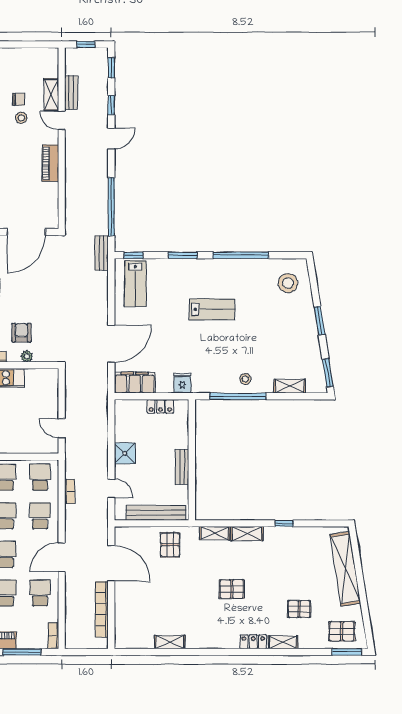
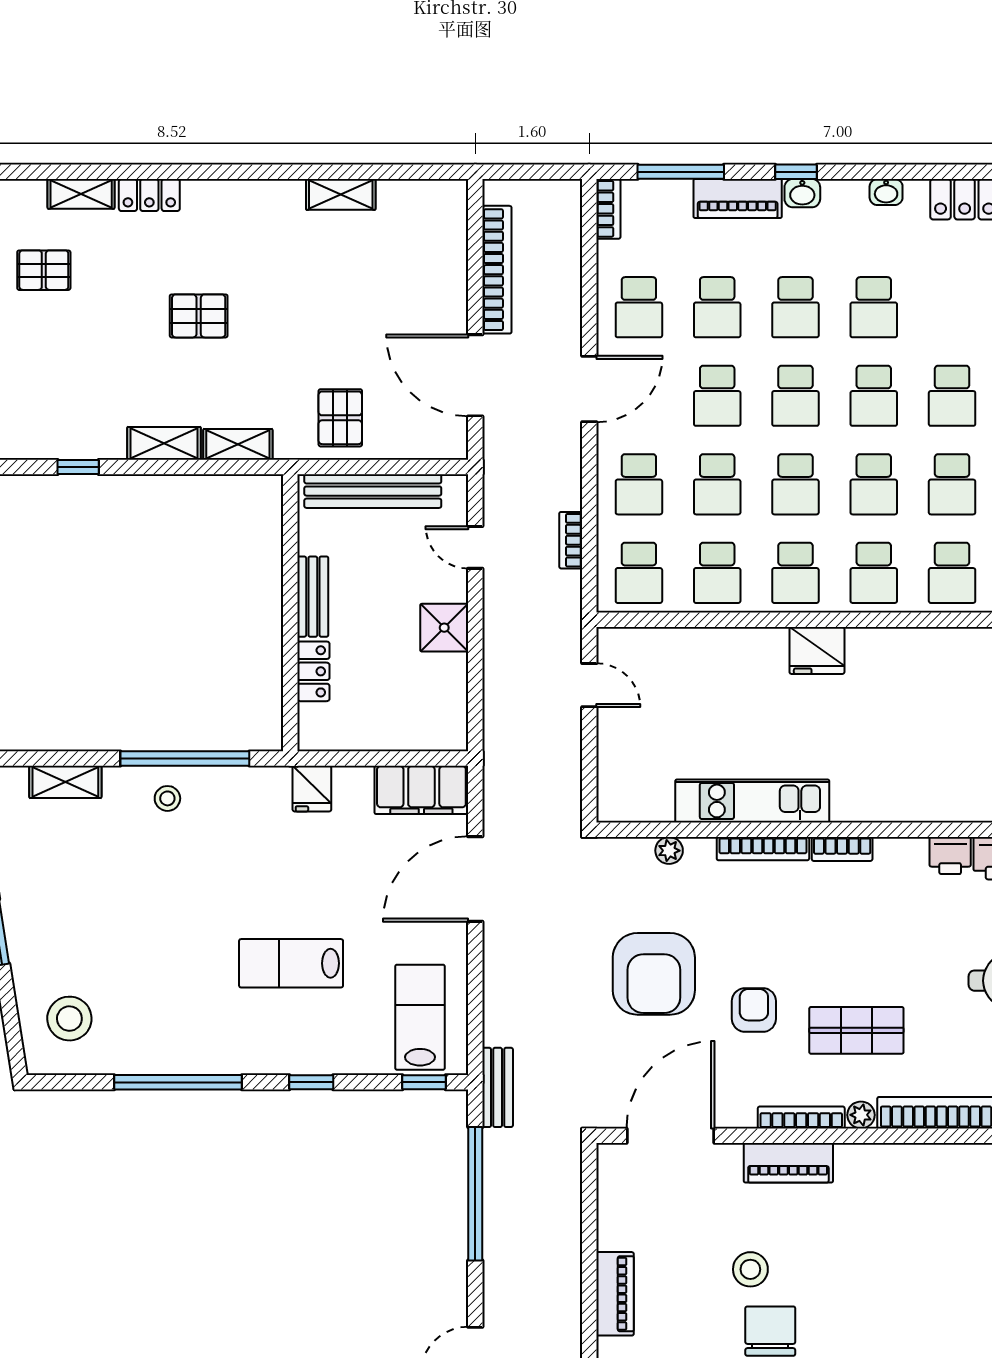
window: (183, 255) -> (311, 1082), width x0.67
lab bench: (212, 309) -> (291, 963), moved
armchair: (21, 333) -> (654, 974), moved, width x1.88, depth x1.88
locker: (160, 406) -> (313, 671), moved, turned 90

